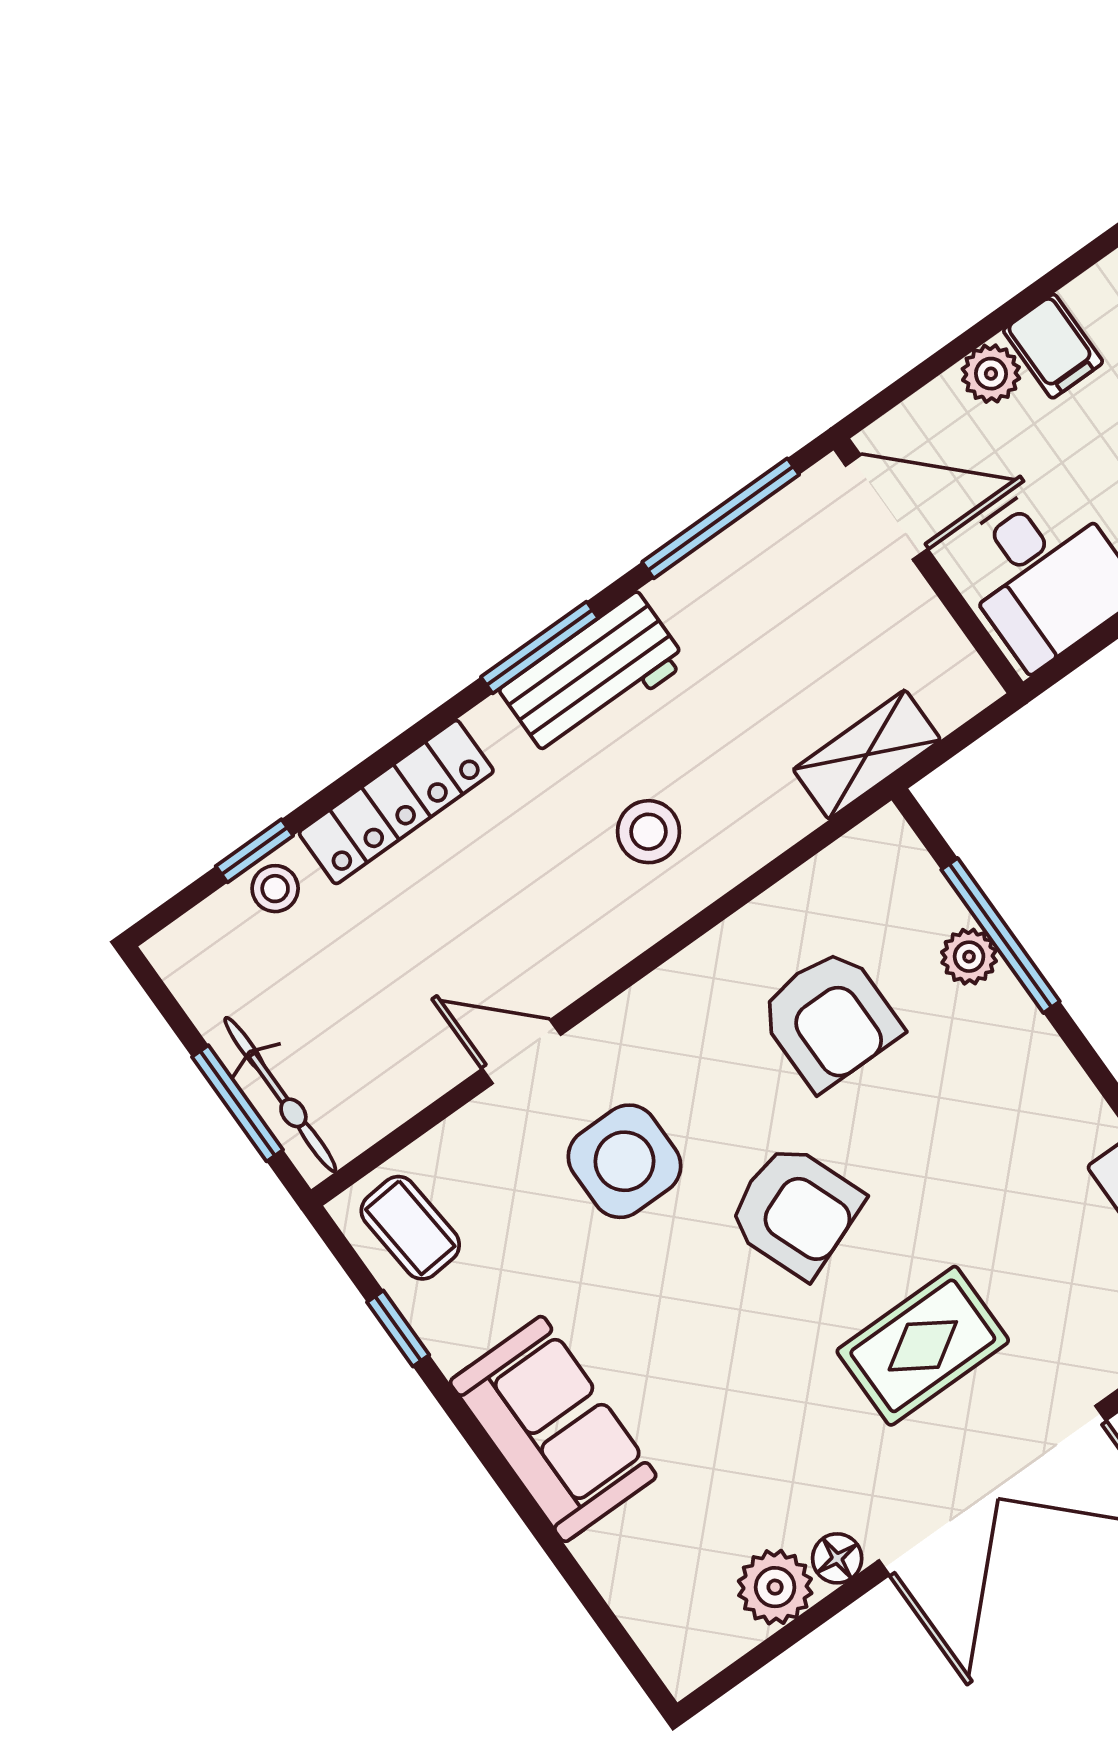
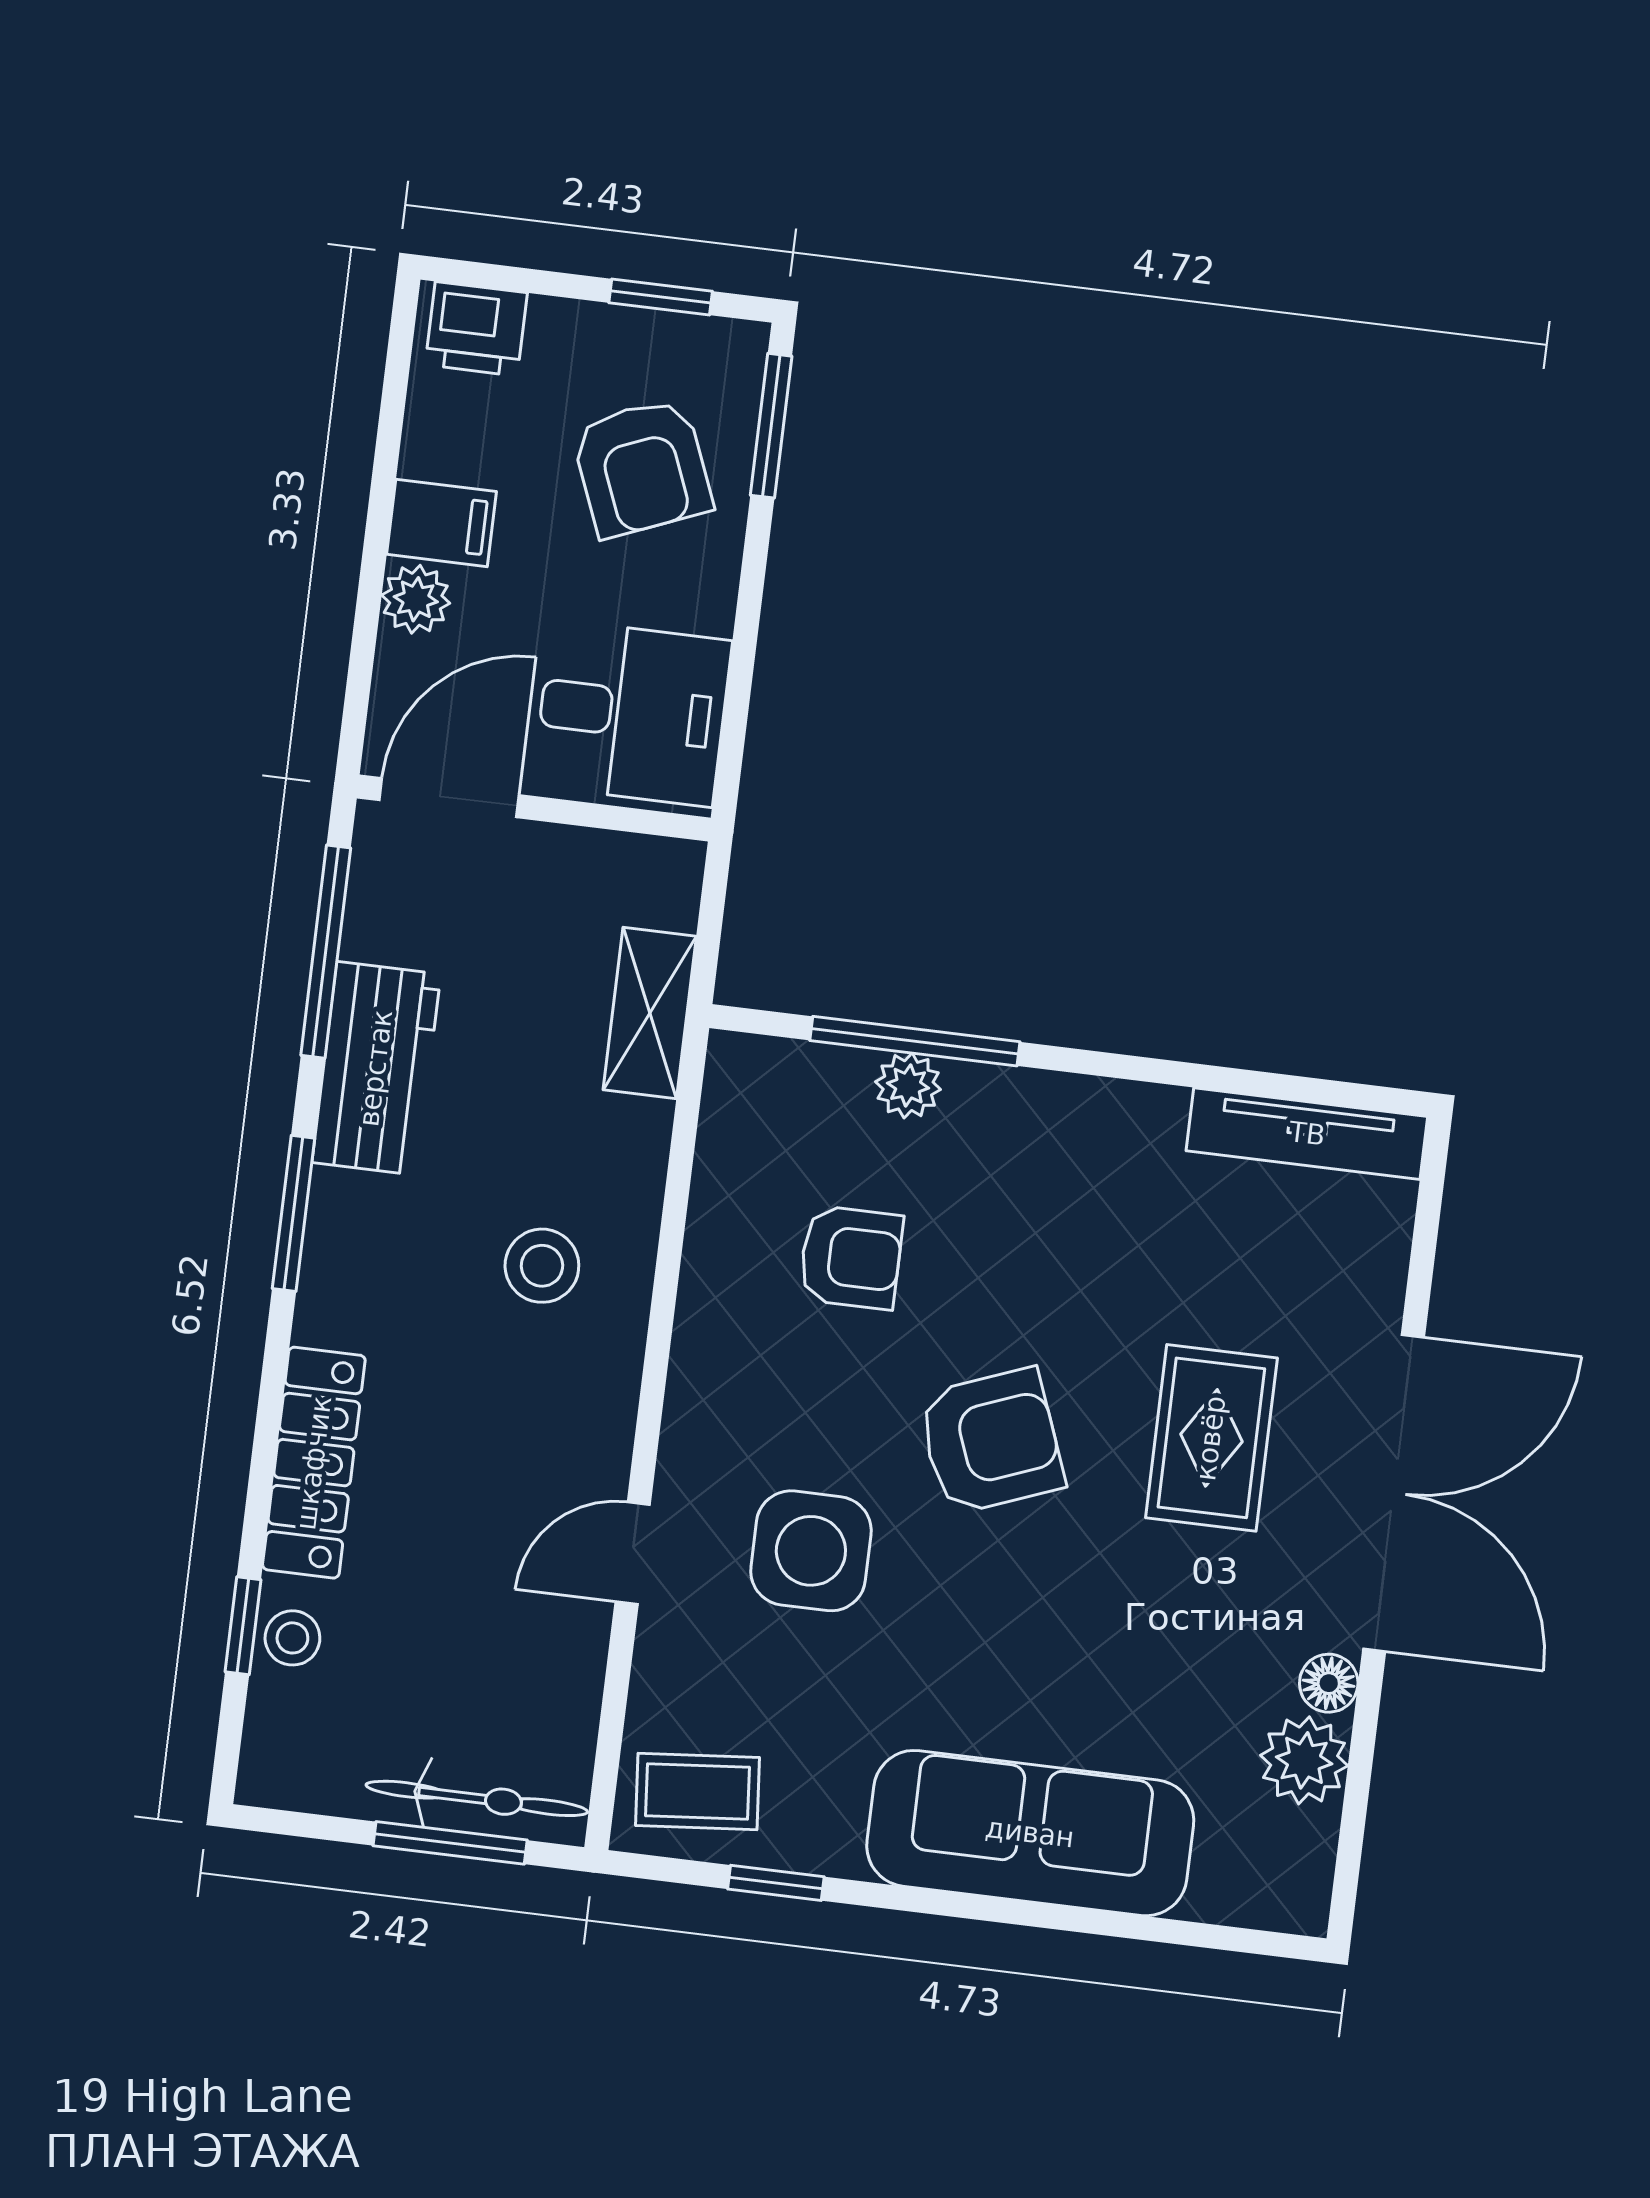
workbench: (593, 676) -> (376, 1068), moved
armchair: (830, 1019) -> (851, 1257), width x0.72, depth x0.72
sofa: (553, 1429) -> (1030, 1833), width x1.36

